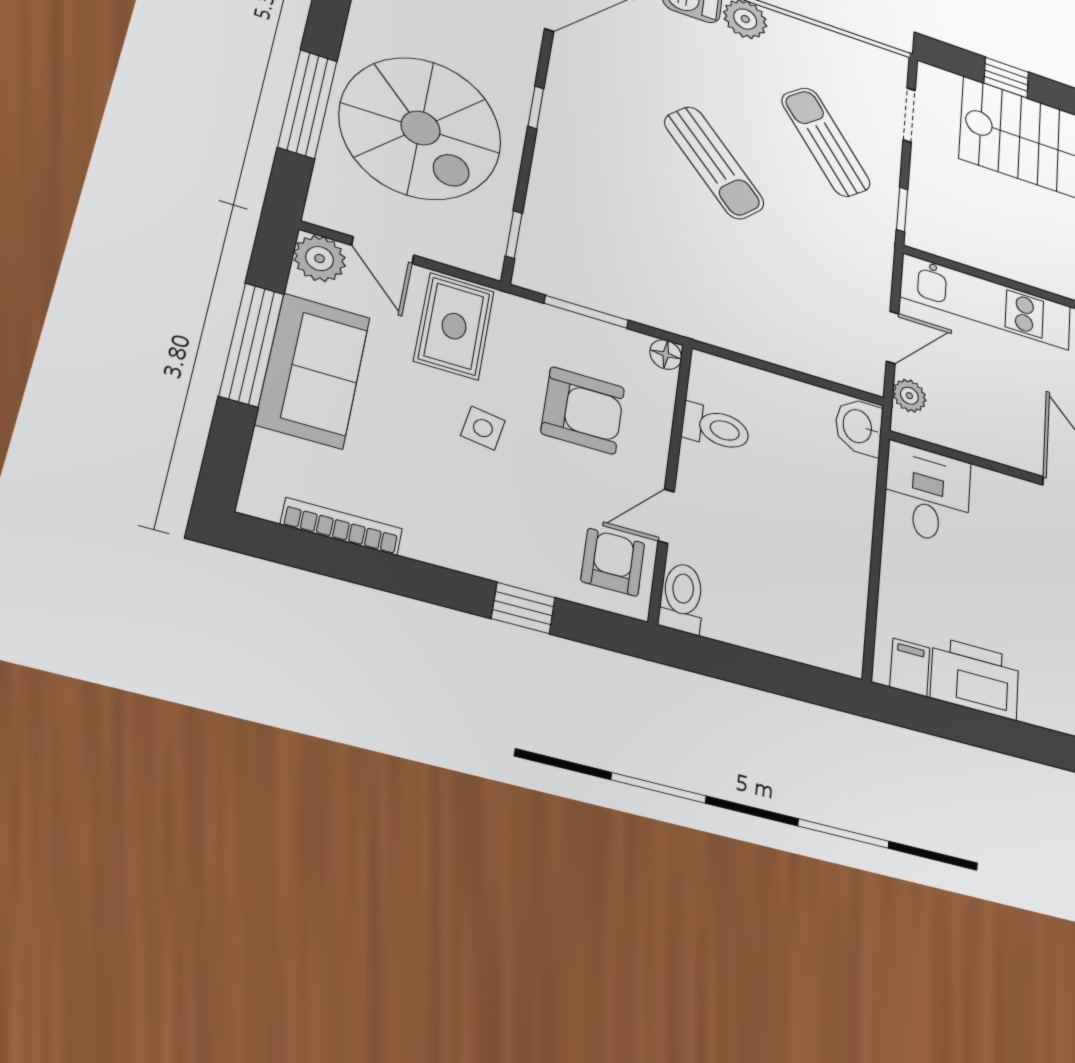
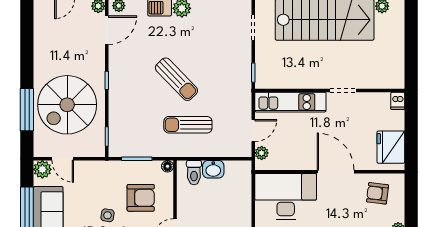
spiral stairs: (421, 128) -> (67, 105), turned 90
sun lounger: (826, 142) -> (188, 125), moved, turned -52
rug: (454, 326) -> (92, 180), removed
washbasin: (859, 427) -> (213, 169), moved, turned -90
toilet: (716, 428) -> (194, 173), moved, turned 90
desk: (927, 494) -> (286, 196), width x1.87, depth x1.30

